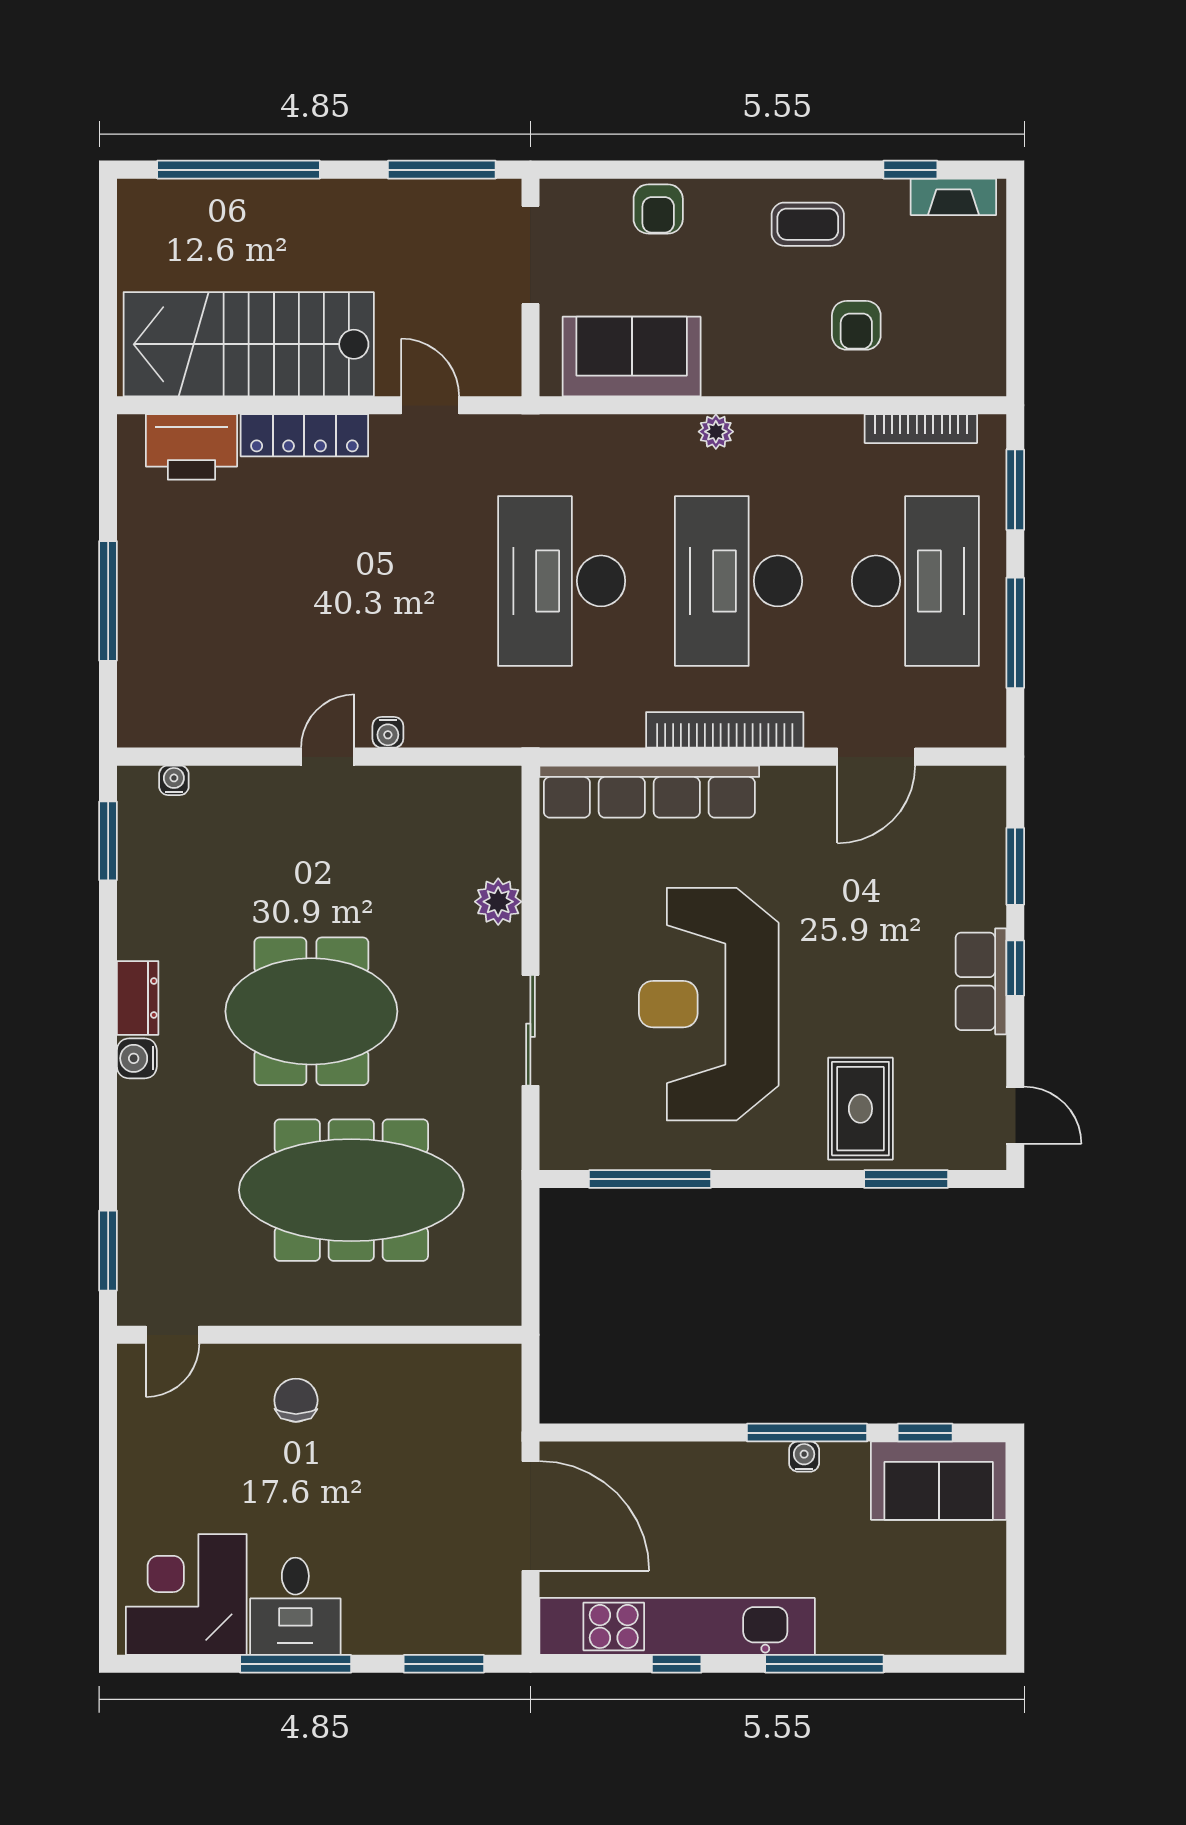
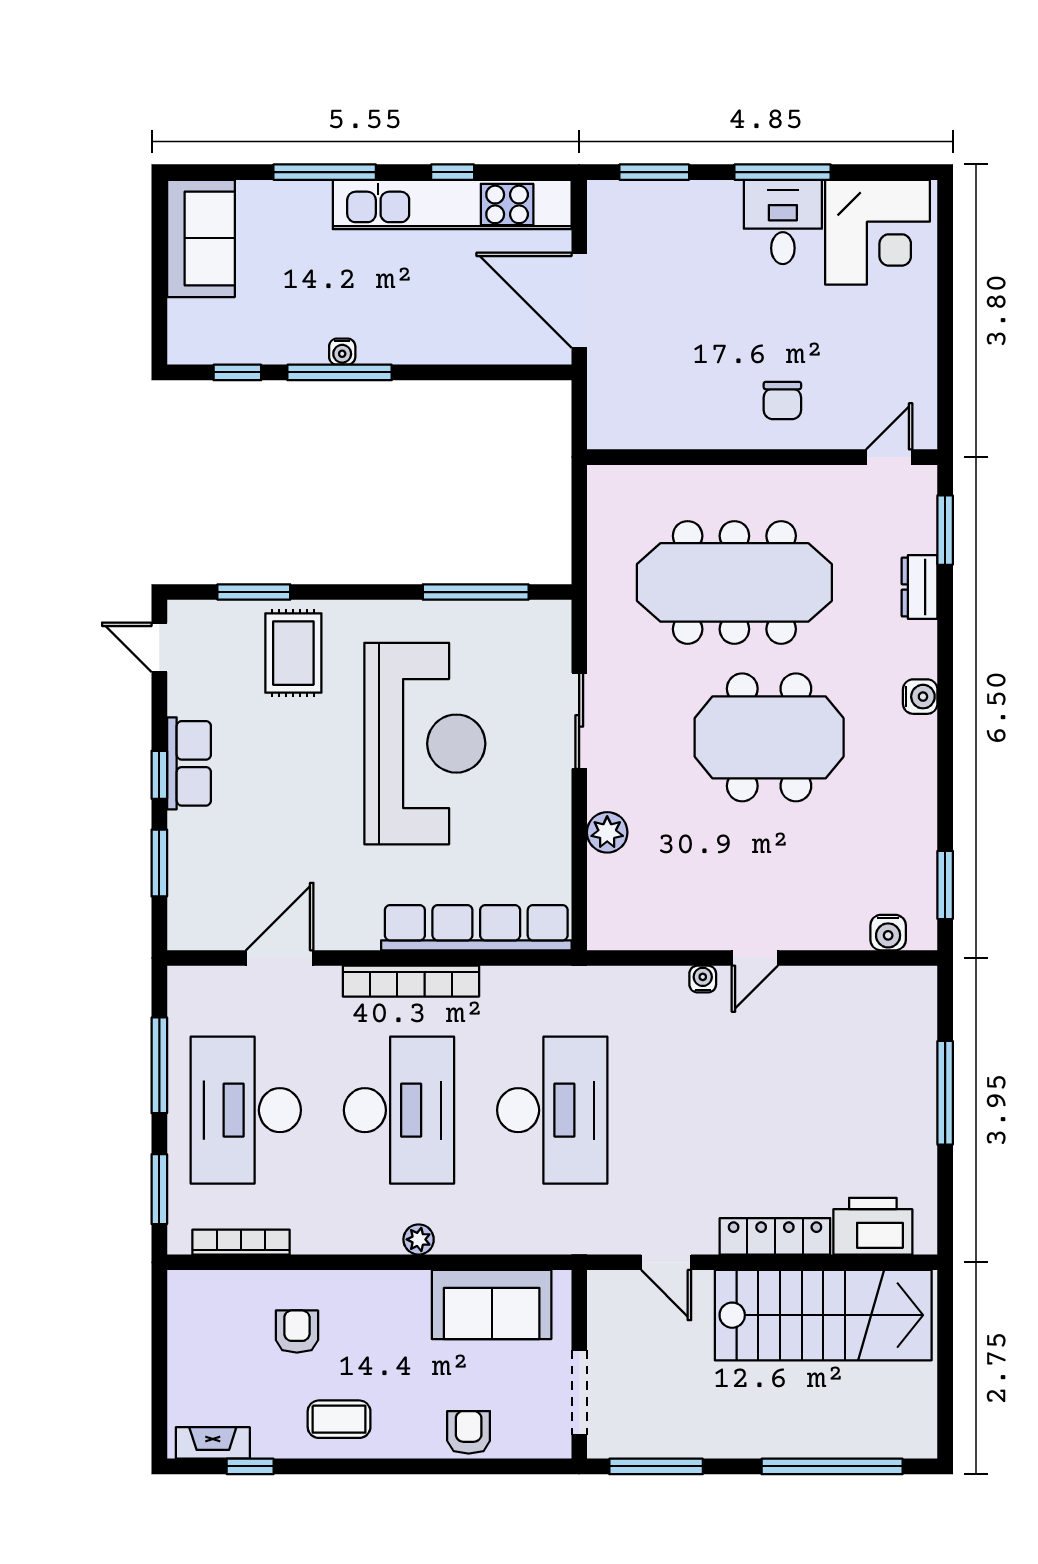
water cooler: (174, 780) -> (888, 933), width x1.38, depth x1.38
dresser: (138, 998) -> (919, 587), moved
sofa: (939, 1481) -> (201, 238), moved, turned 90

